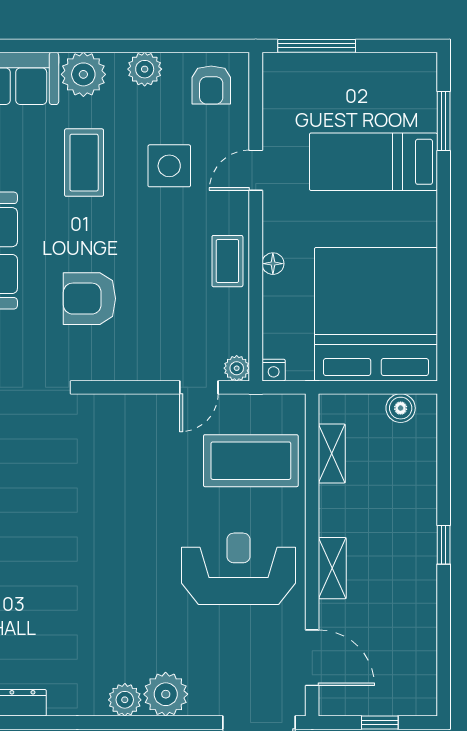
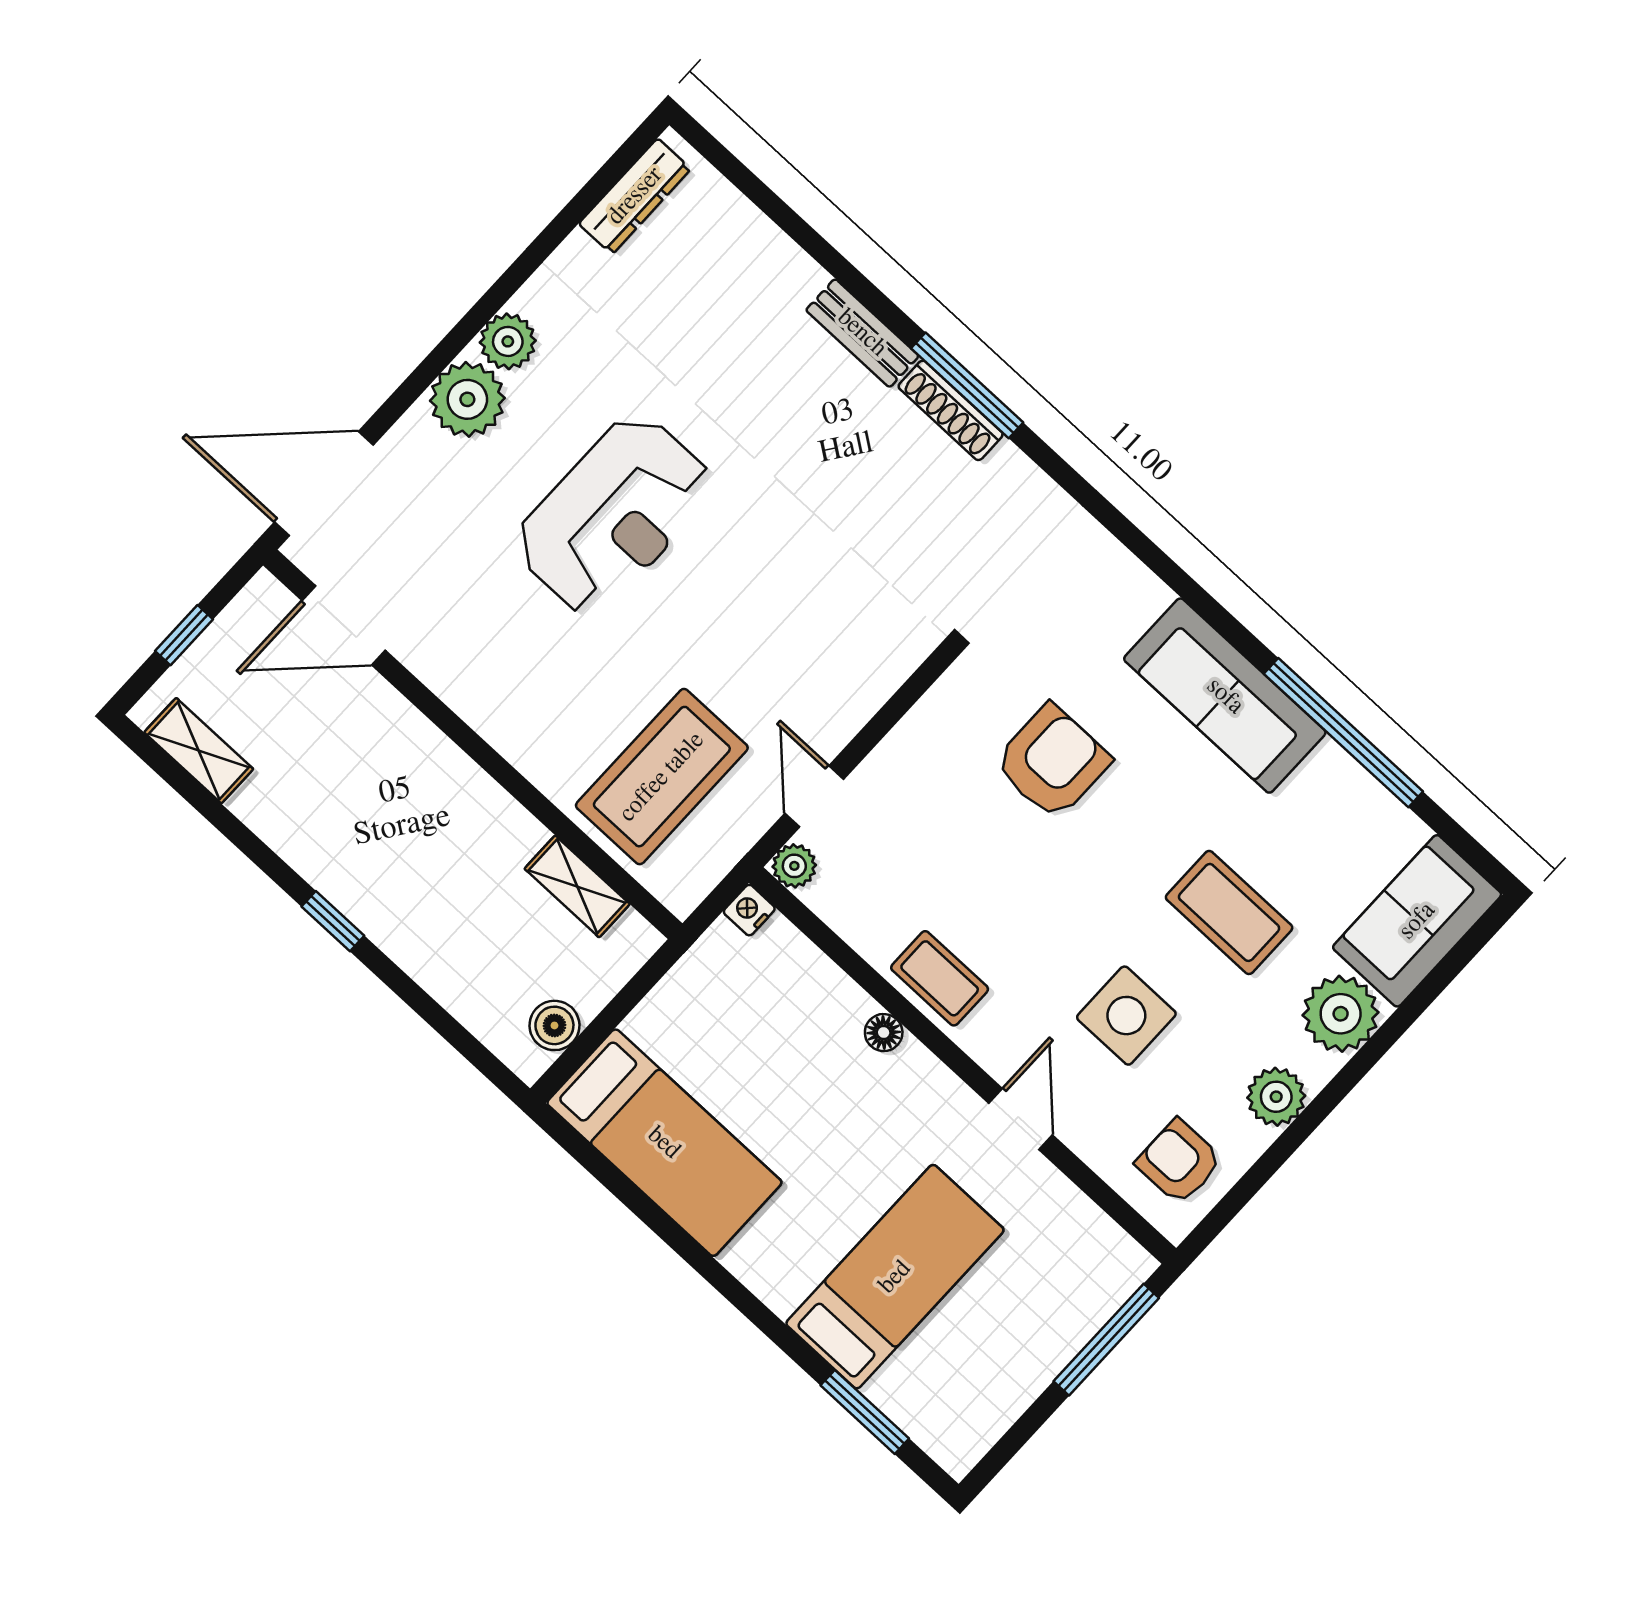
bed: (376, 314) -> (664, 1143), width x0.49
shelving: (332, 568) -> (199, 751), moved
reception desk: (238, 569) -> (614, 515), moved

